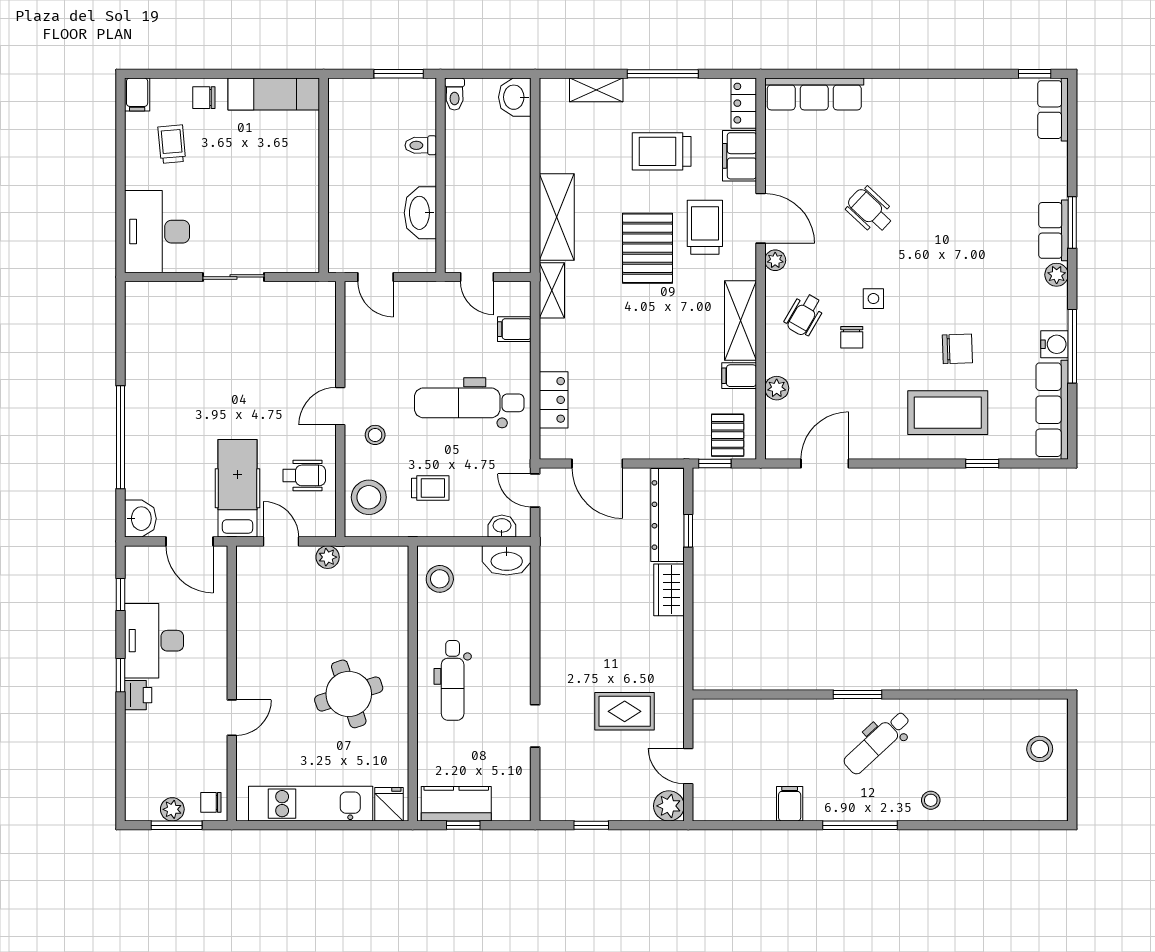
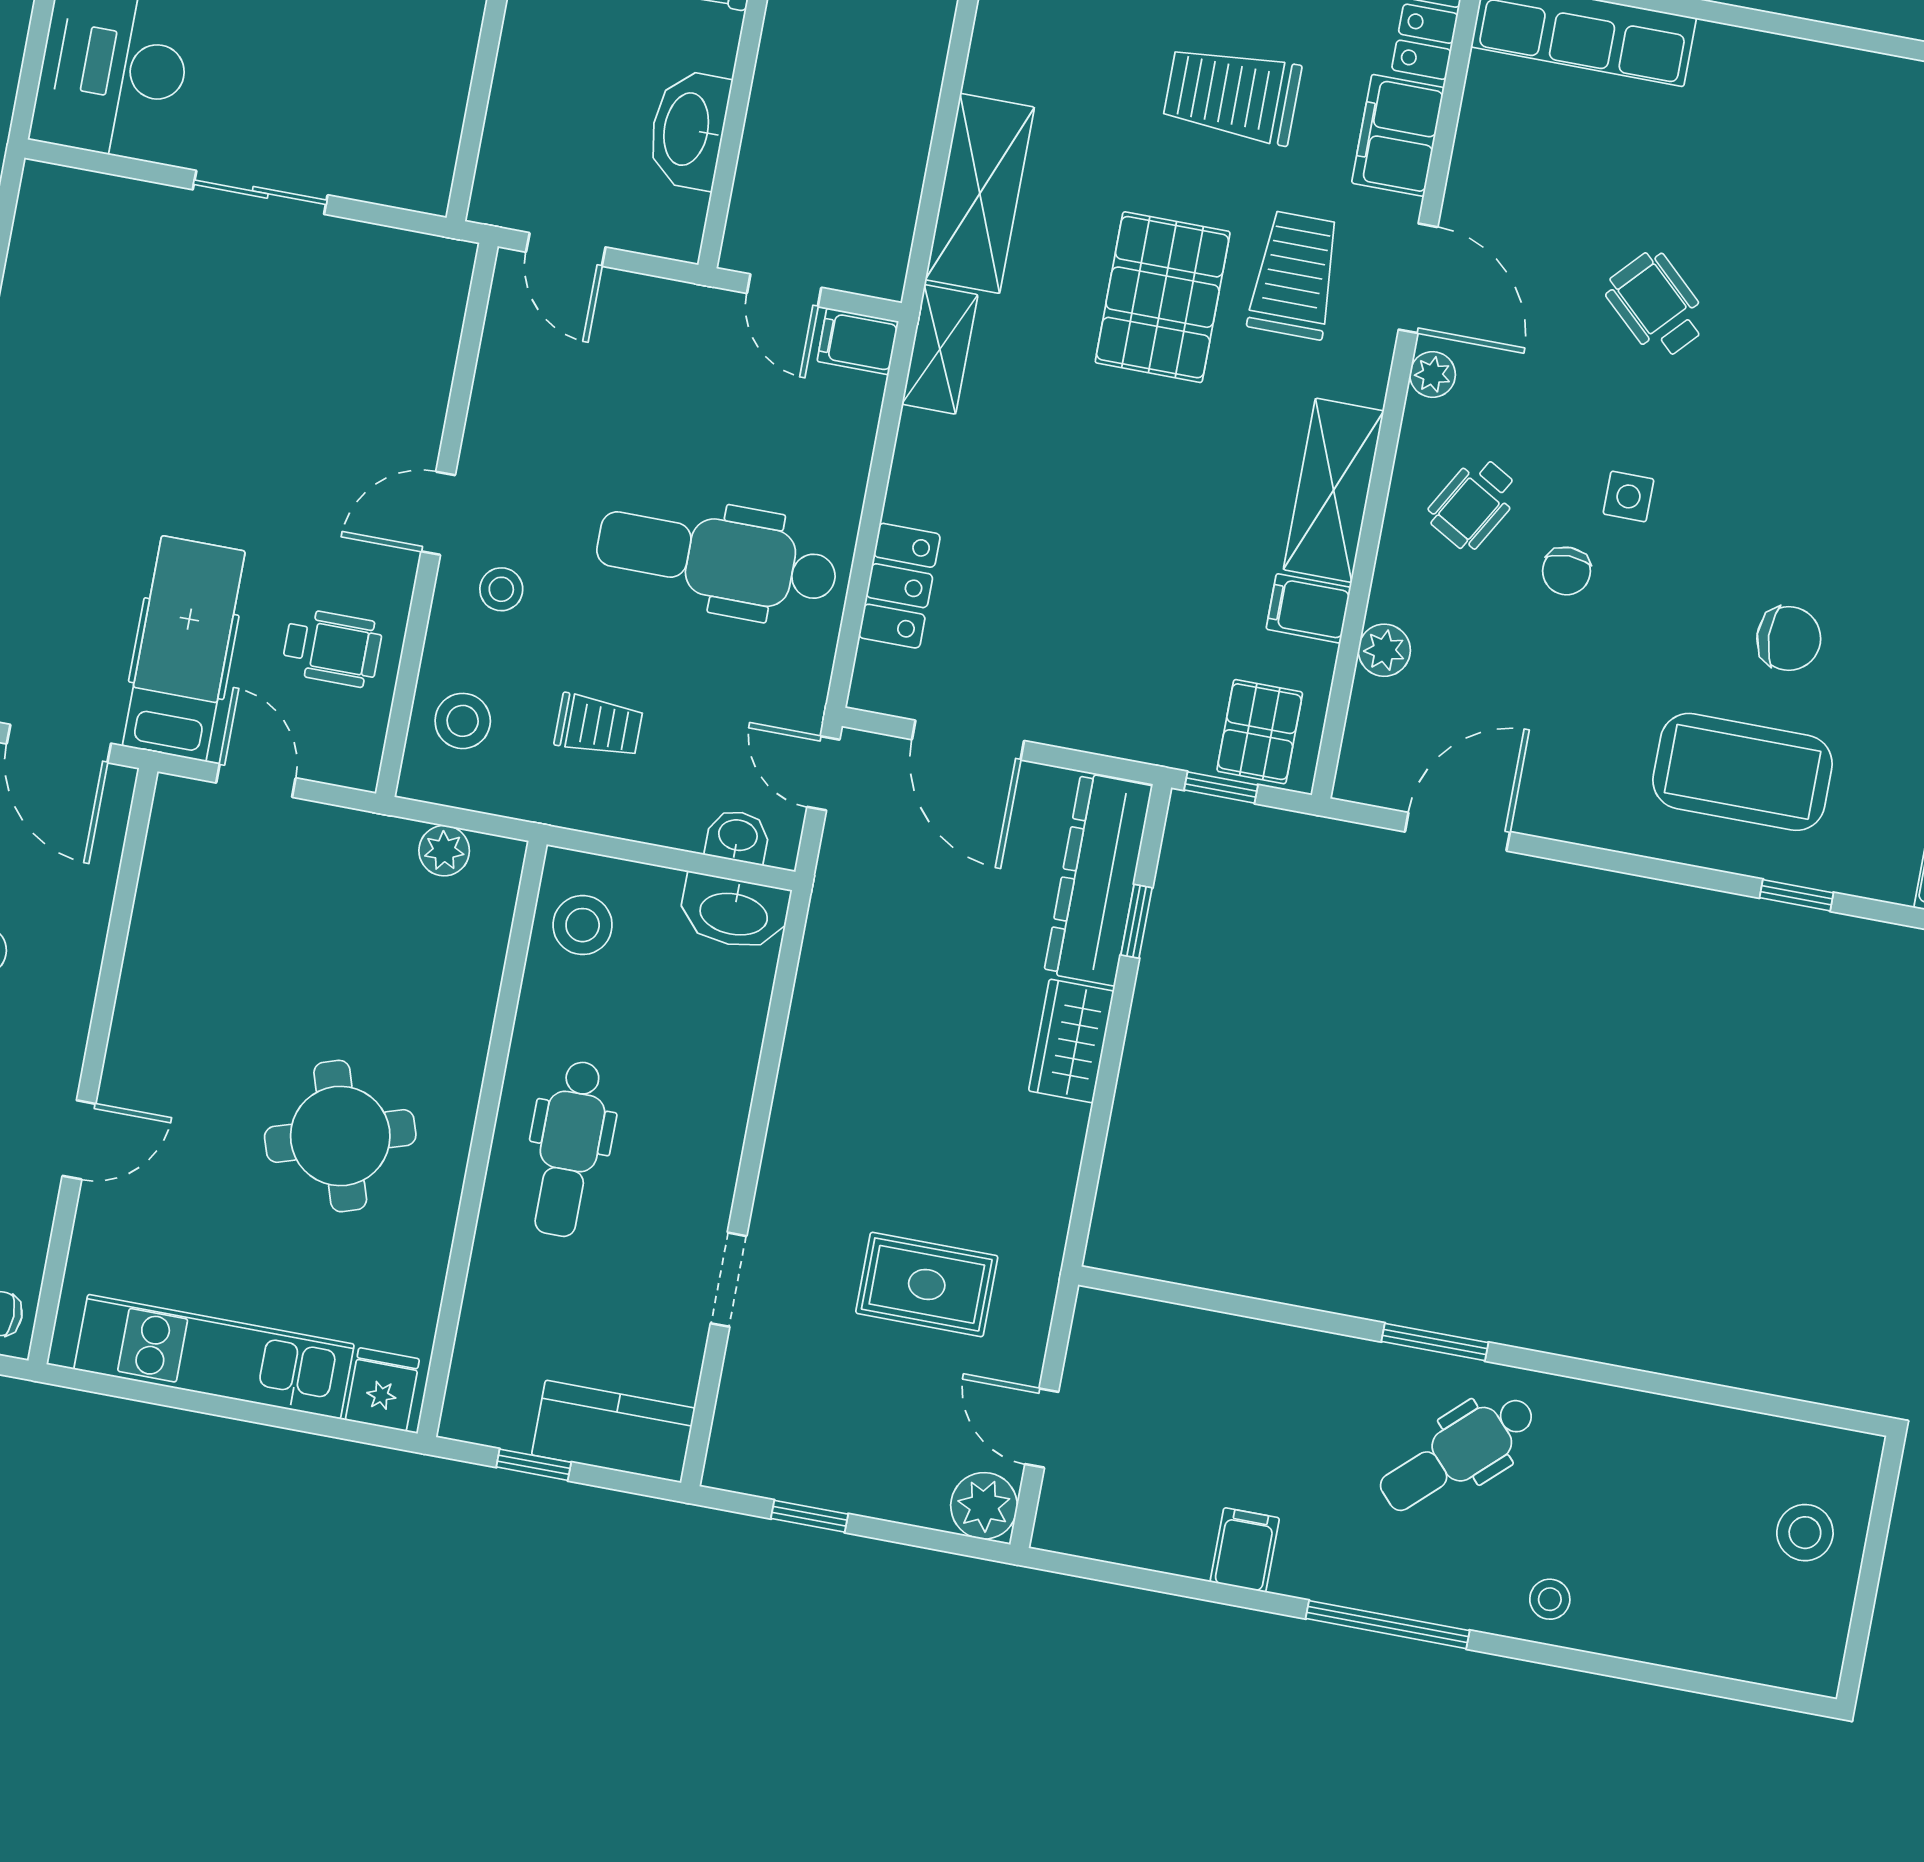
filing cabinet: (514, 329) -> (858, 341), moved
stool: (369, 497) -> (463, 721), width x0.73, depth x0.73
plant: (328, 557) -> (444, 851), moved
kitchen counter: (456, 804) -> (613, 1432), moved

